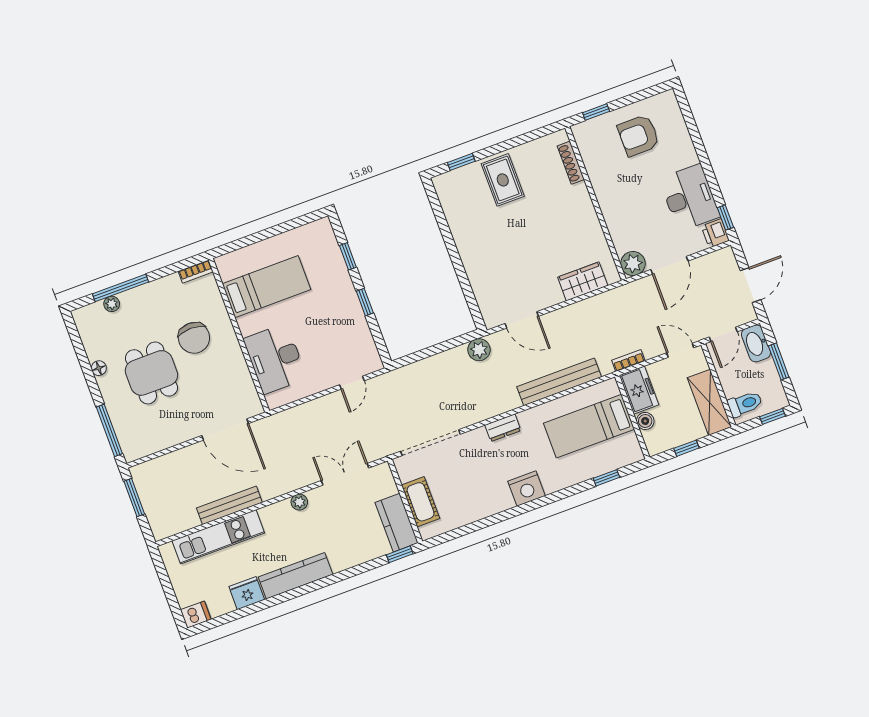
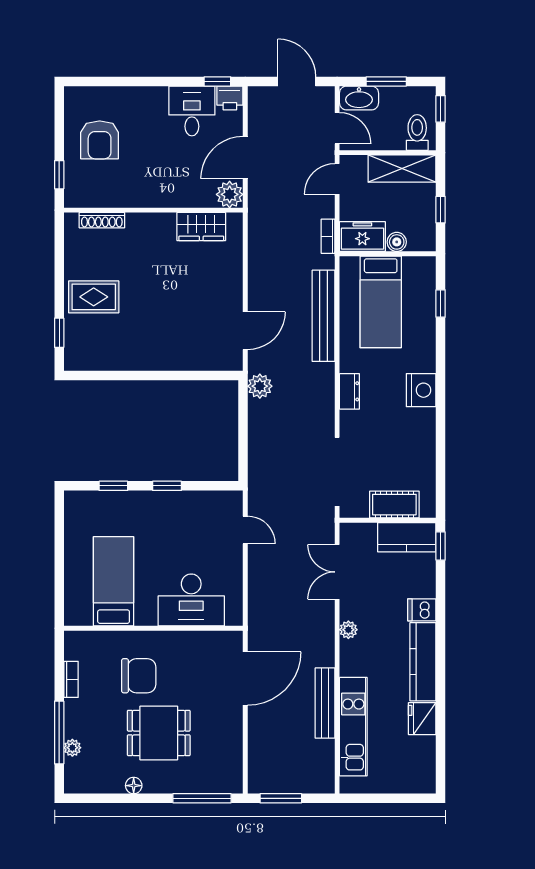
desk: (690, 198) -> (192, 111), width x0.73
door: (669, 265) -> (245, 158), swing flipped
bookcase: (196, 272) -> (71, 679), moved
wardrobe: (583, 281) -> (201, 227), moved, turned -90
dishwasher: (196, 615) -> (422, 610), moved, turned -90

